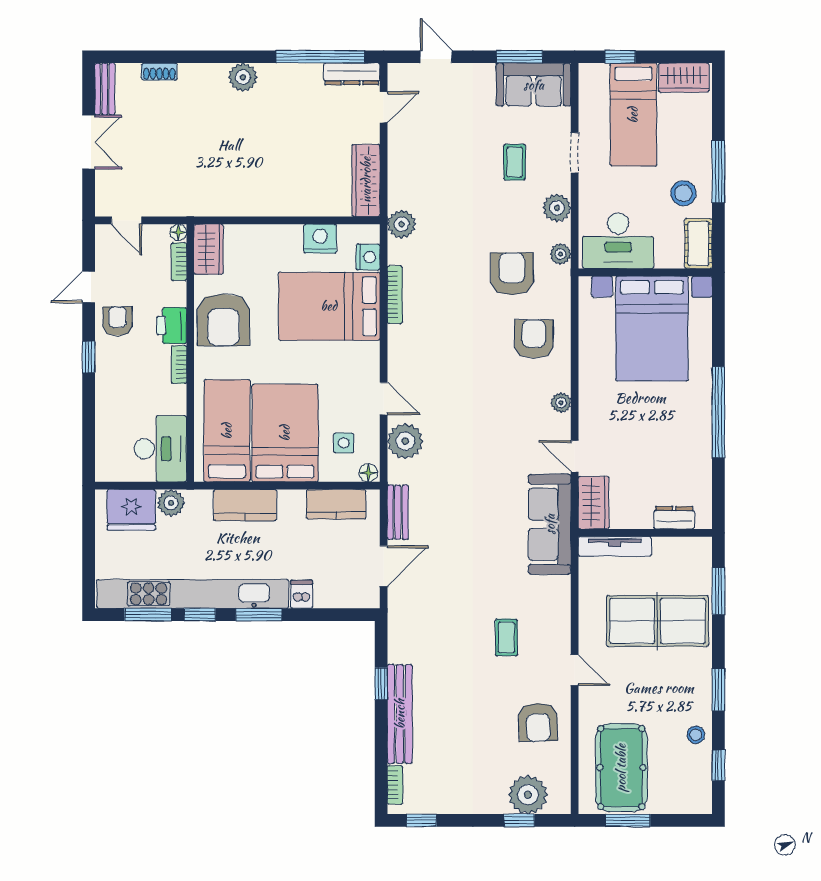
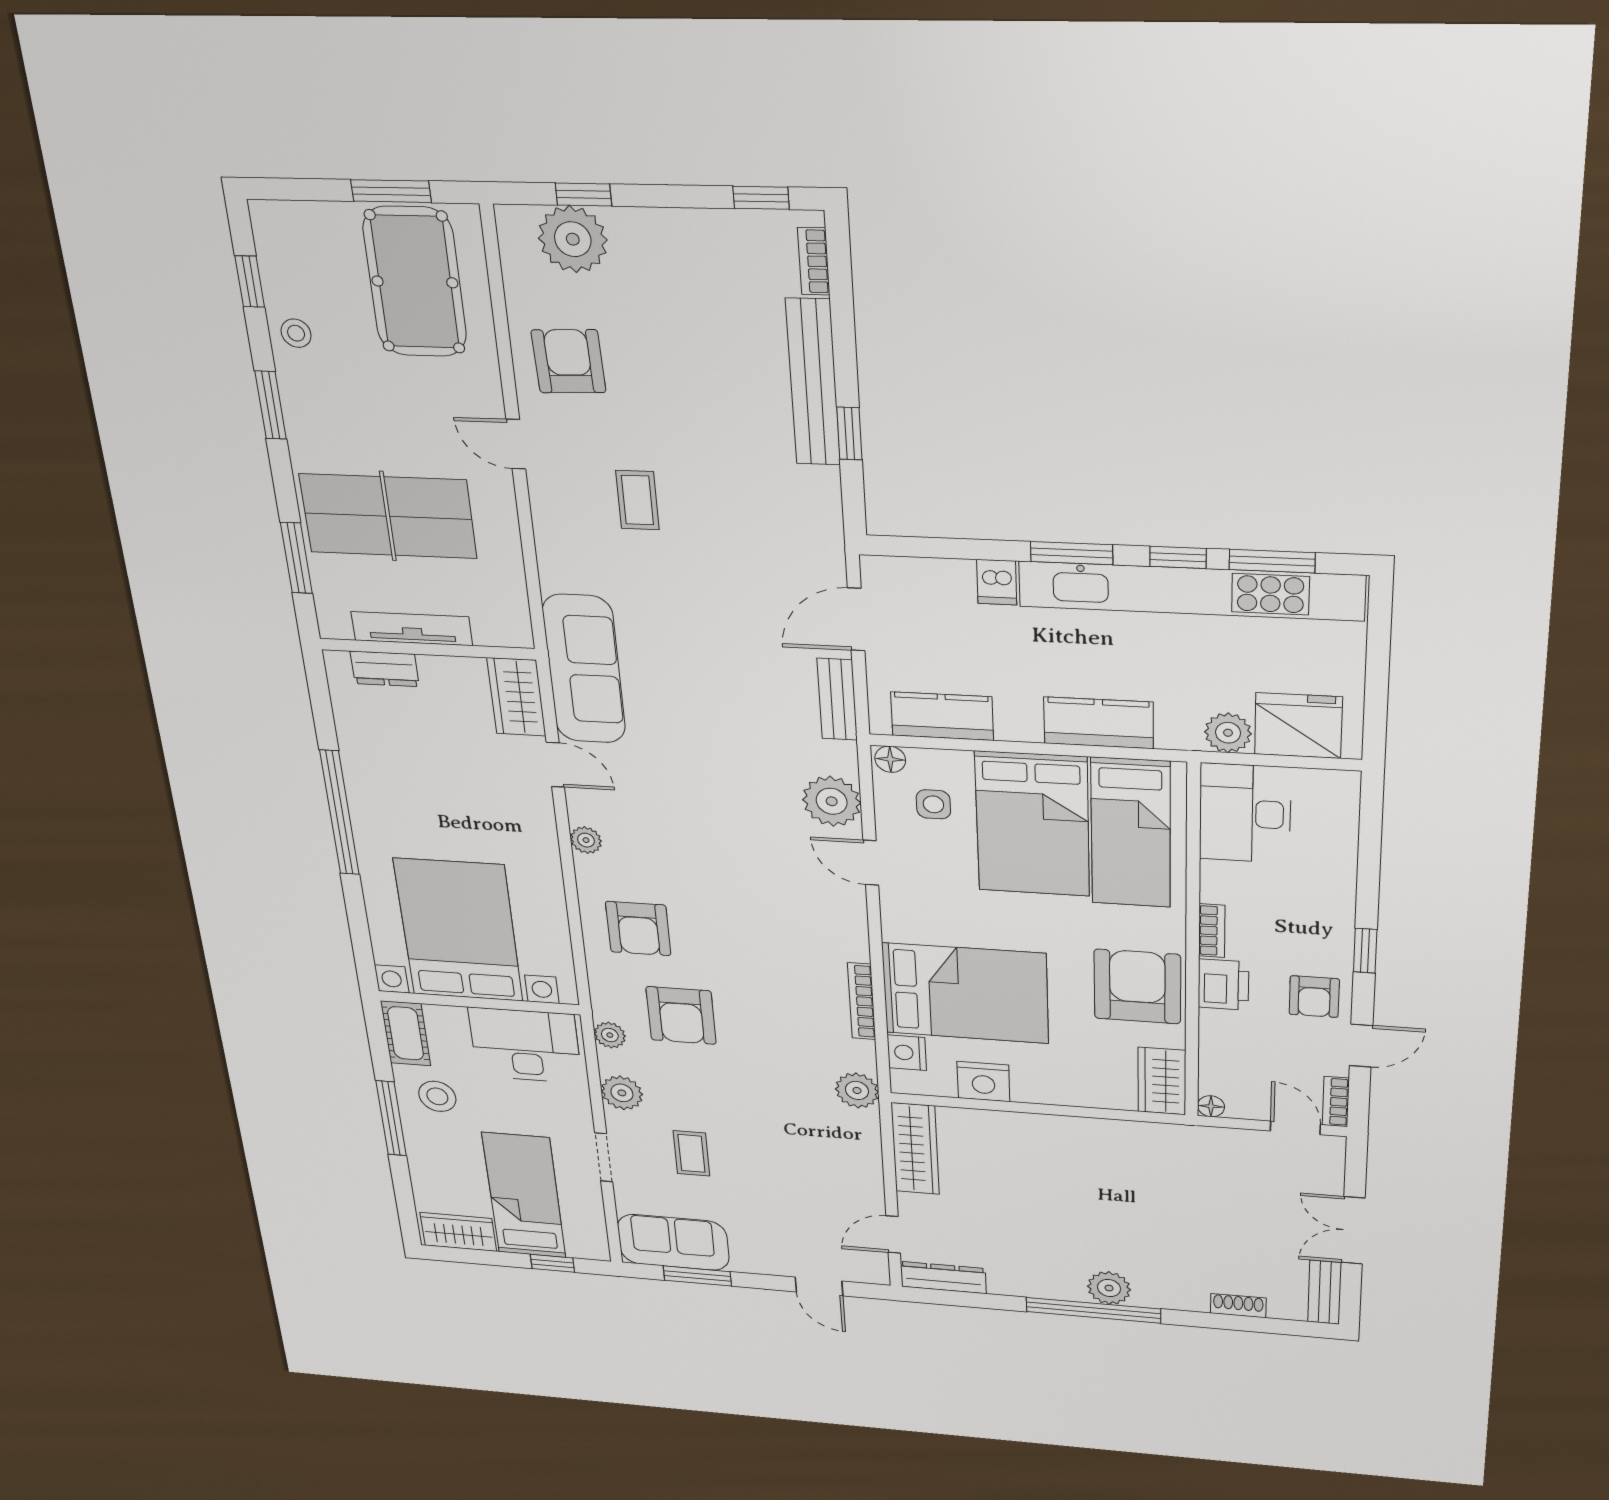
window: (320, 57) -> (1093, 1310), moved
bookcase: (179, 262) -> (1336, 1102), moved, turned 180
tv unit: (615, 546) -> (412, 629), moved

